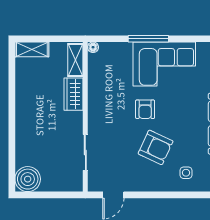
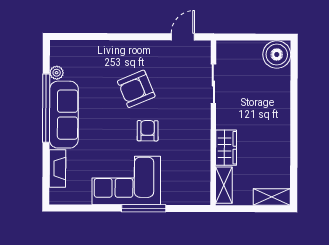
floor lamp: (93, 47) -> (204, 199), removed
armchair: (156, 147) -> (136, 89), turned -48
side table: (186, 173) -> (103, 61), removed

